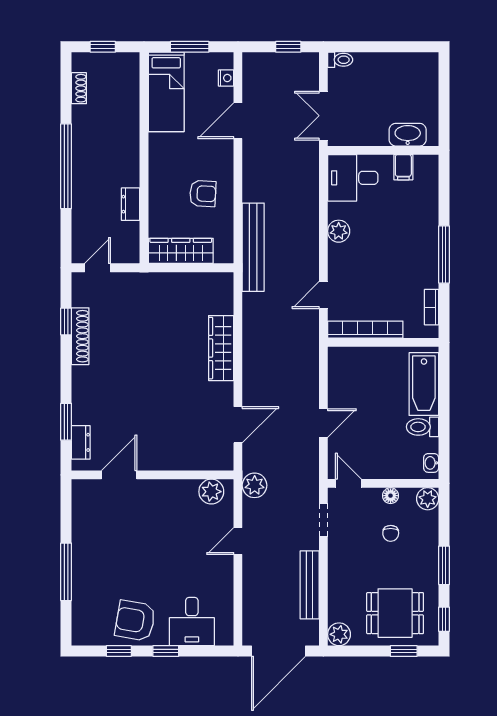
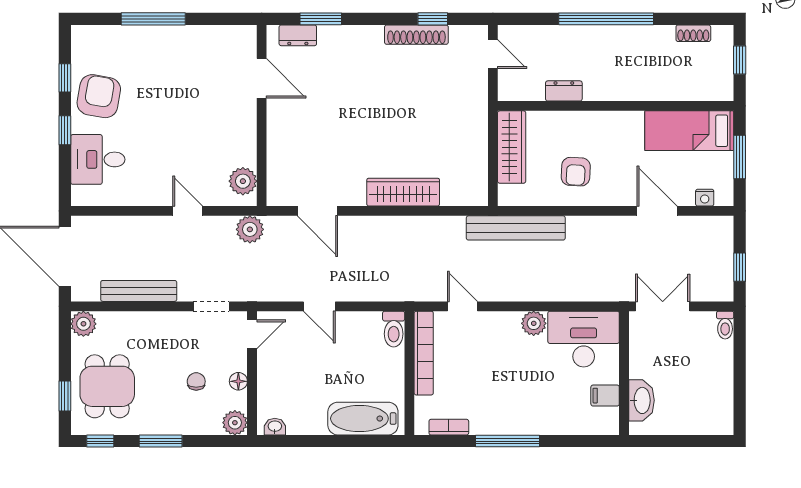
desk: (353, 178) -> (584, 339), width x1.37
toilet: (423, 427) -> (394, 329), moved, turned 180
chair: (391, 533) -> (196, 381), turned 88

